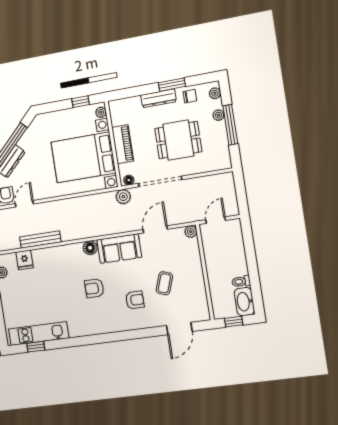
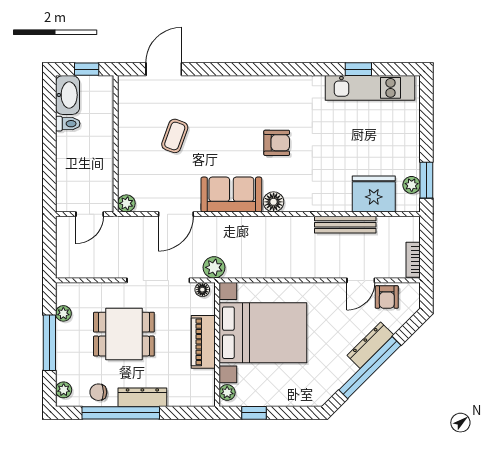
window: (172, 85) -> (121, 413), width x2.11
plant: (218, 115) -> (63, 313), moved
fridge: (25, 260) -> (374, 194), width x1.88, depth x1.34
armchair: (135, 300) -> (221, 118), removed
window: (36, 347) -> (358, 69), moved

